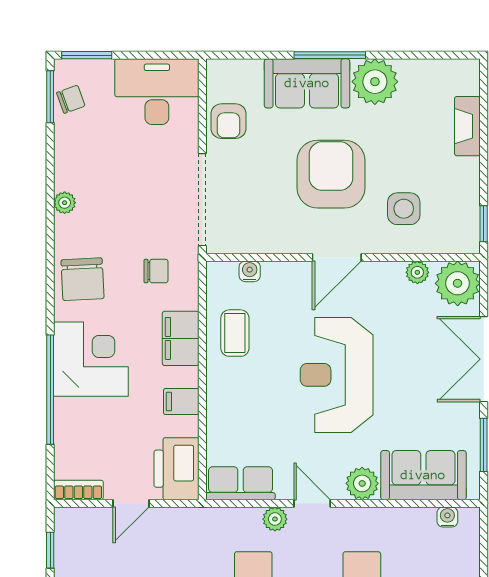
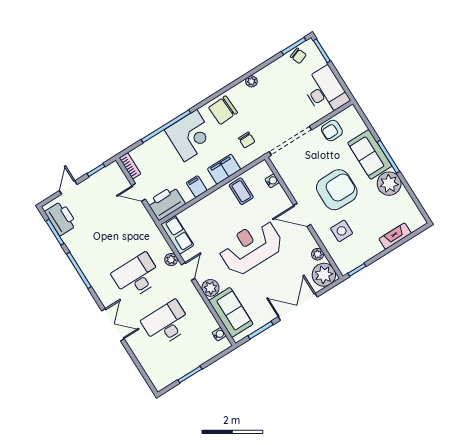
coffee table: (235, 333) -> (241, 191), turned 90

